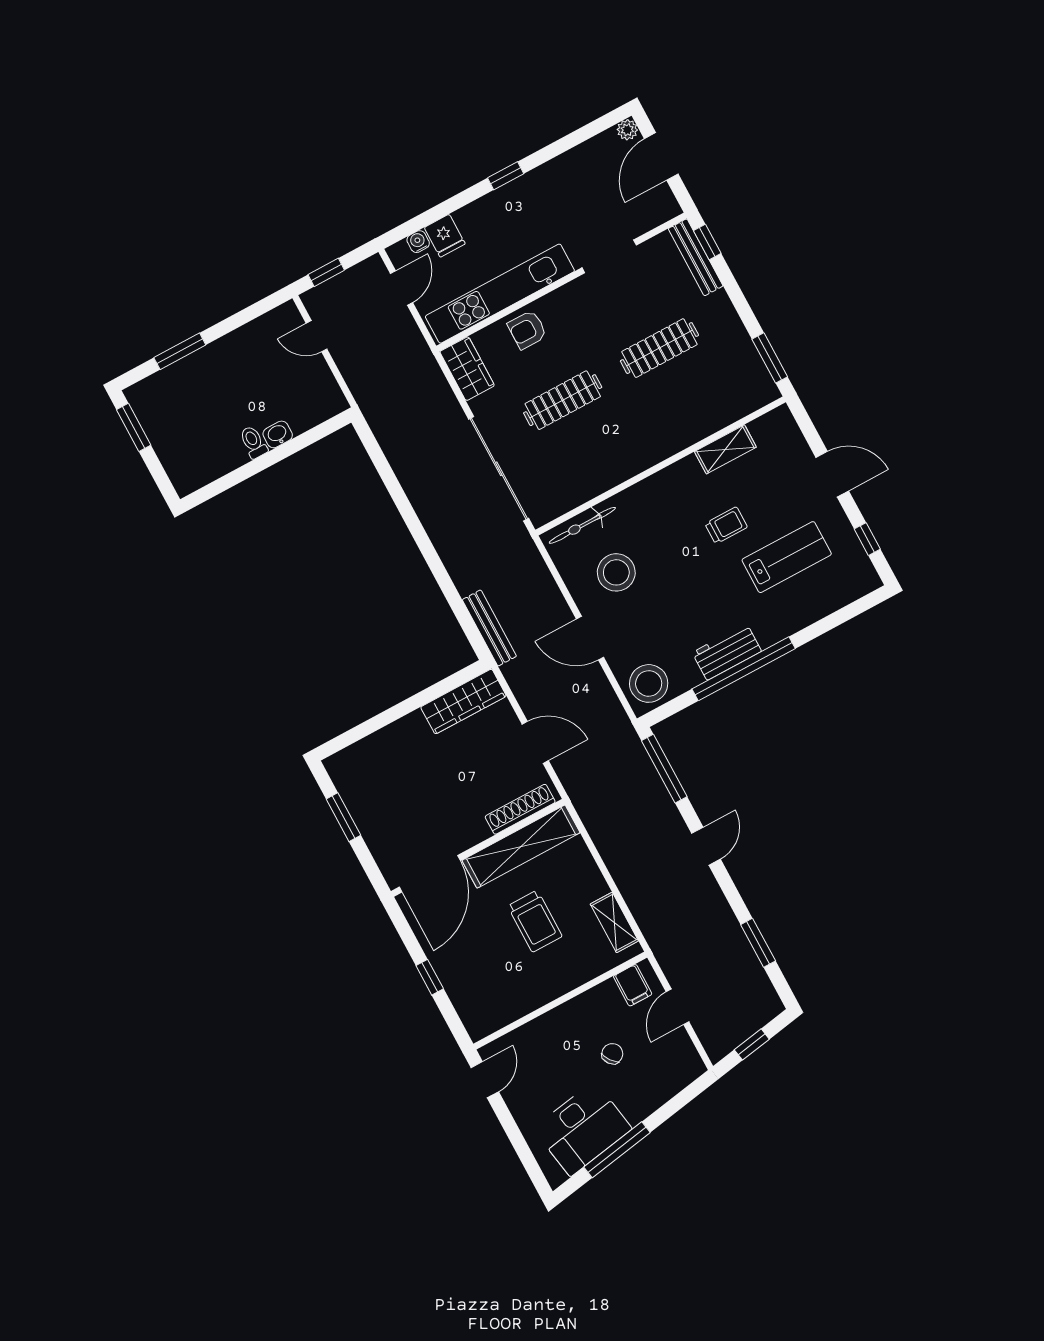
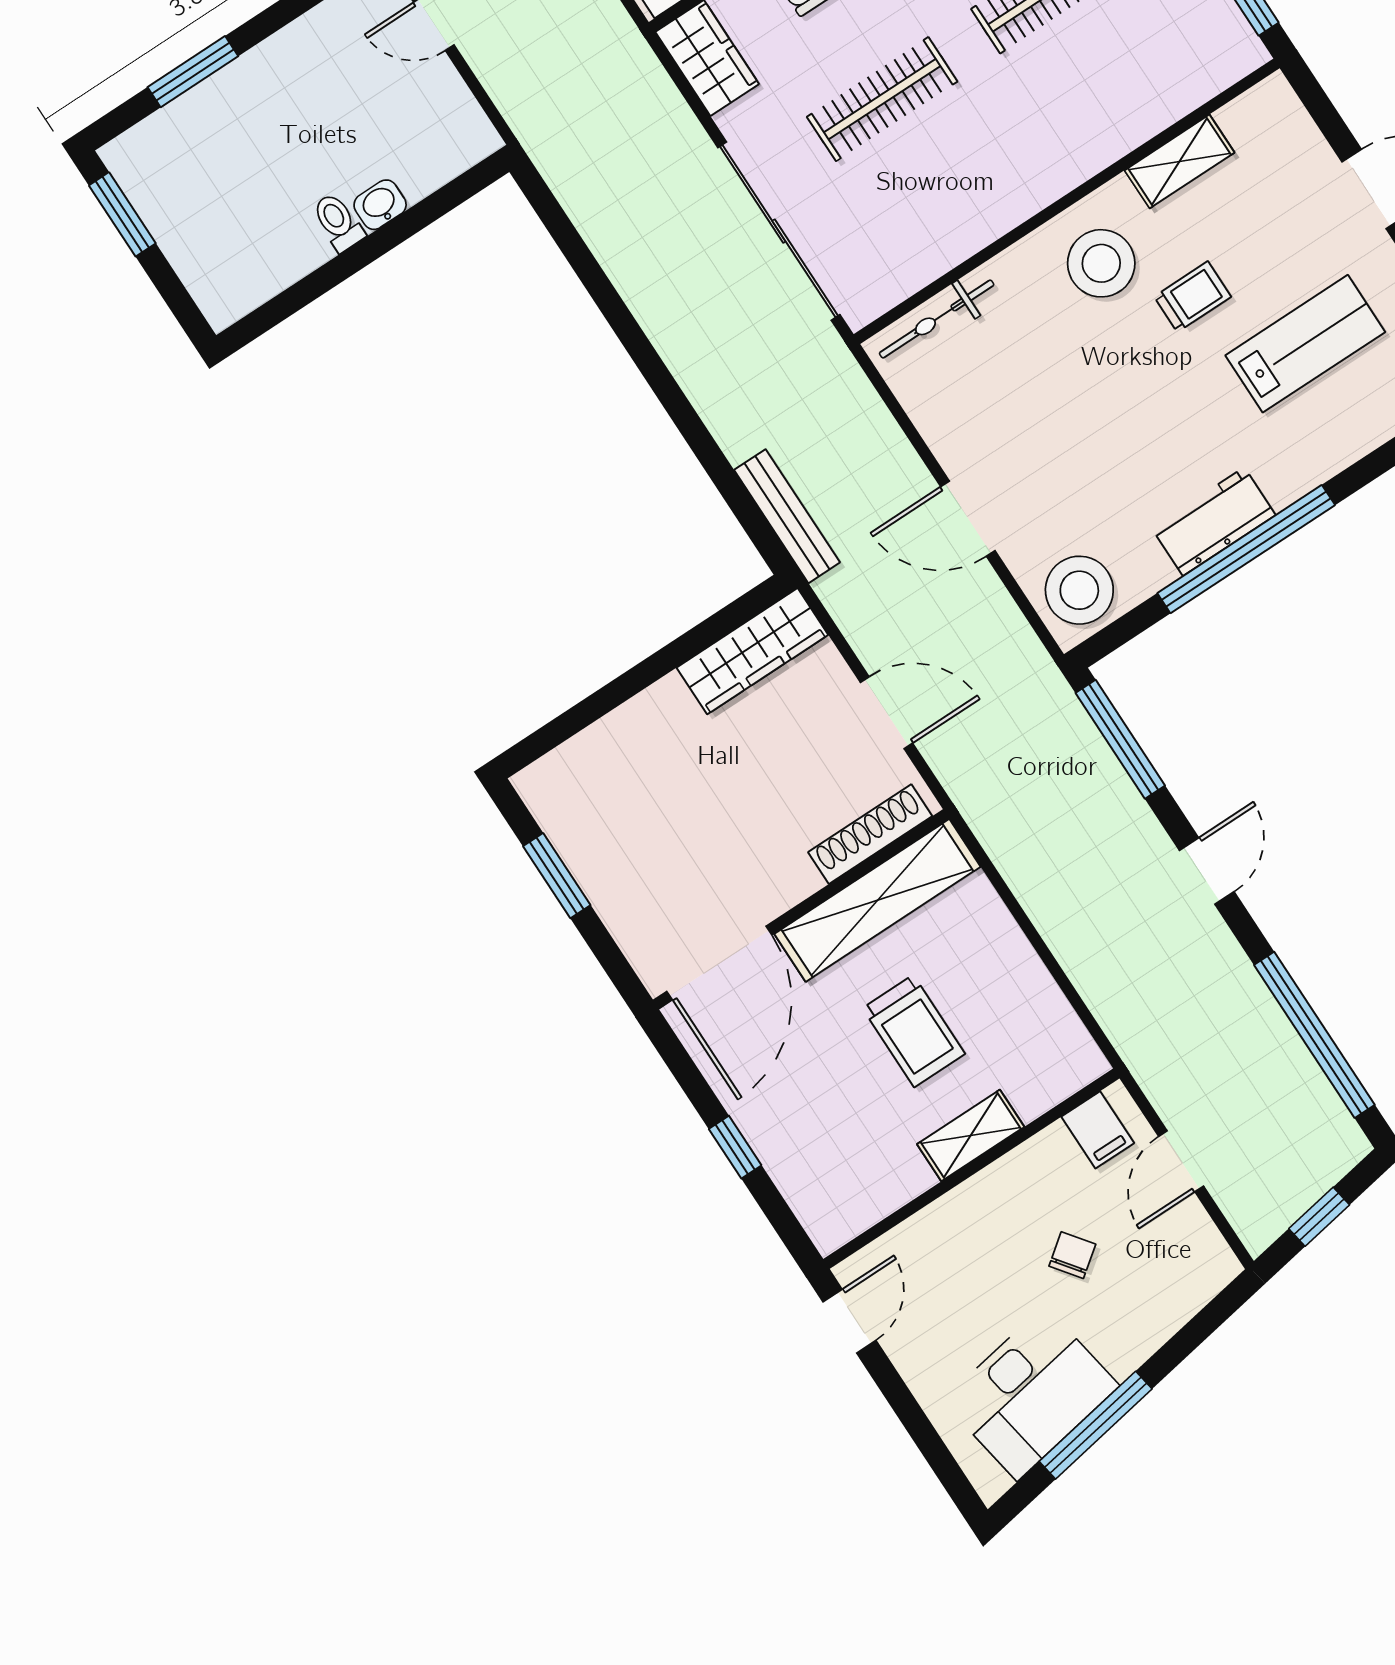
stool: (616, 572) -> (1101, 263), moved
shelving: (614, 922) -> (971, 1135), moved, turned 90
window: (758, 943) -> (1314, 1035), width x2.11

